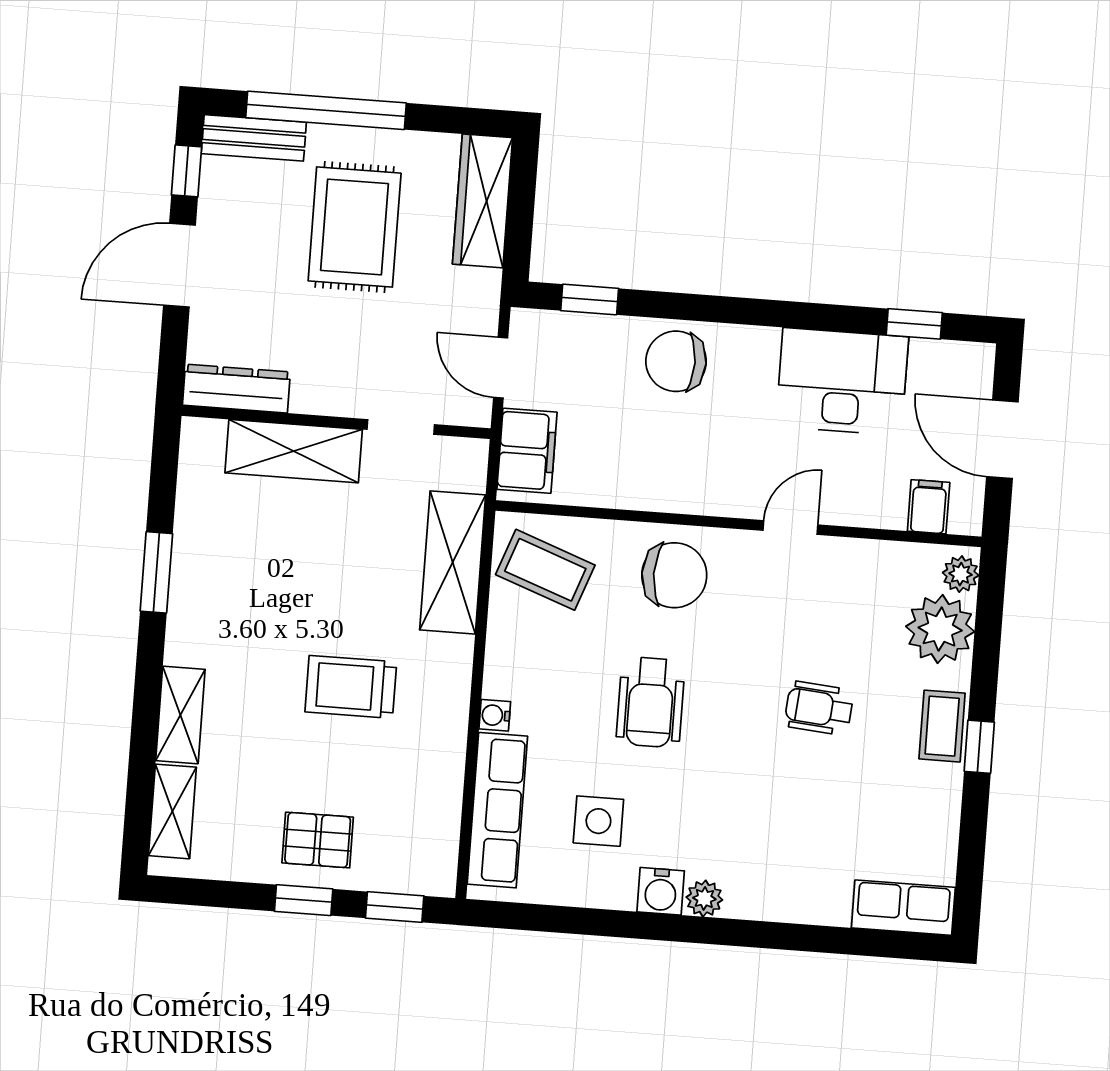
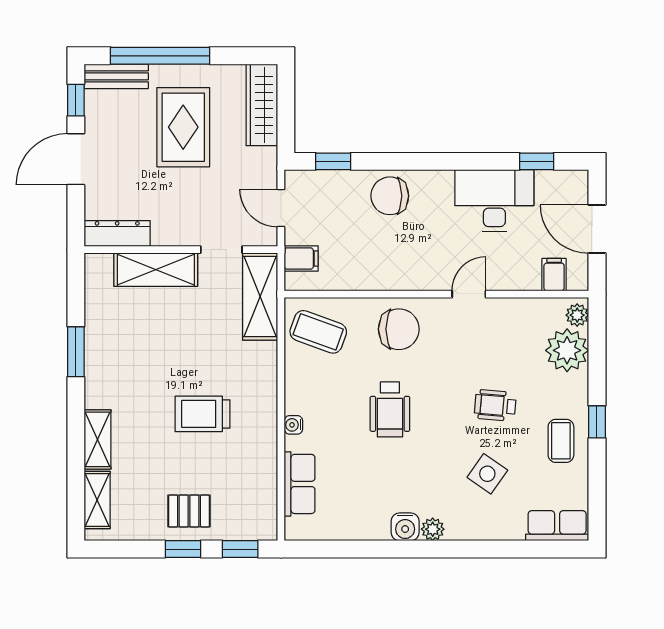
filing cabinet: (527, 451) -> (301, 259), width x0.50
shelving: (453, 562) -> (260, 297), moved
coffee table: (942, 726) -> (561, 441), moved
row of seats: (497, 810) -> (300, 484), width x0.68
side table: (598, 821) -> (487, 474), moved, turned 35

